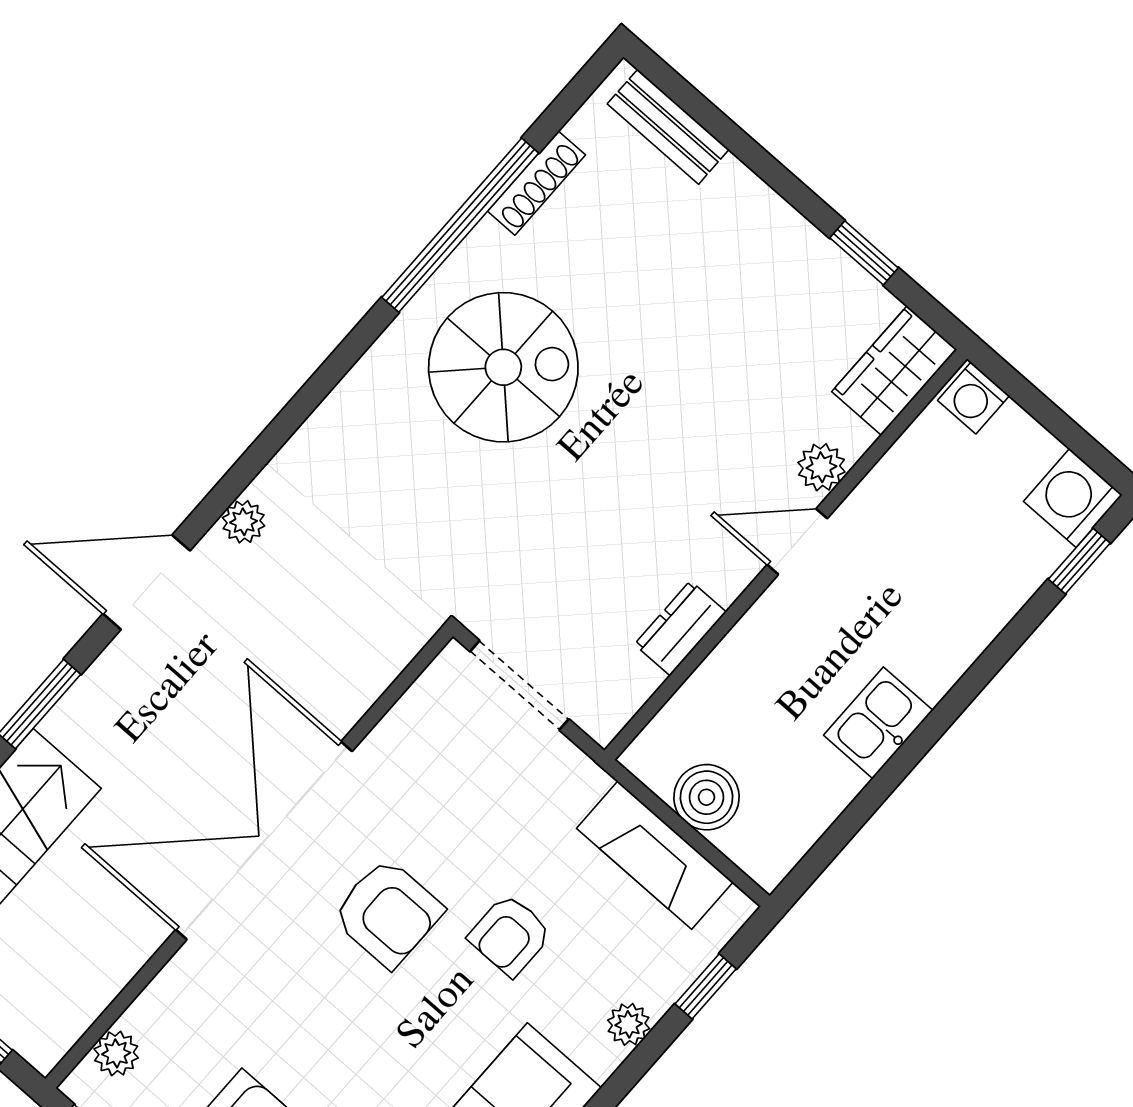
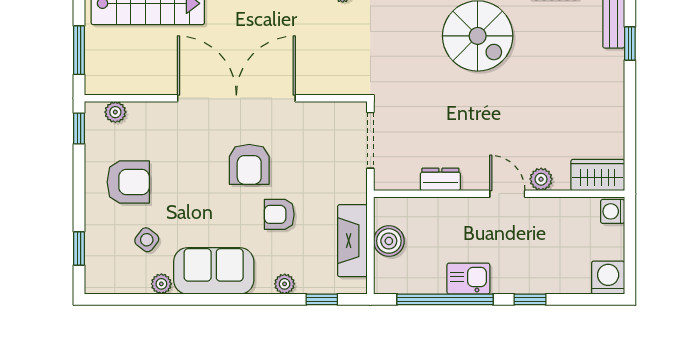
window: (864, 253) -> (630, 44), moved
window: (1079, 561) -> (530, 299), moved
window: (879, 789) -> (445, 299), added

